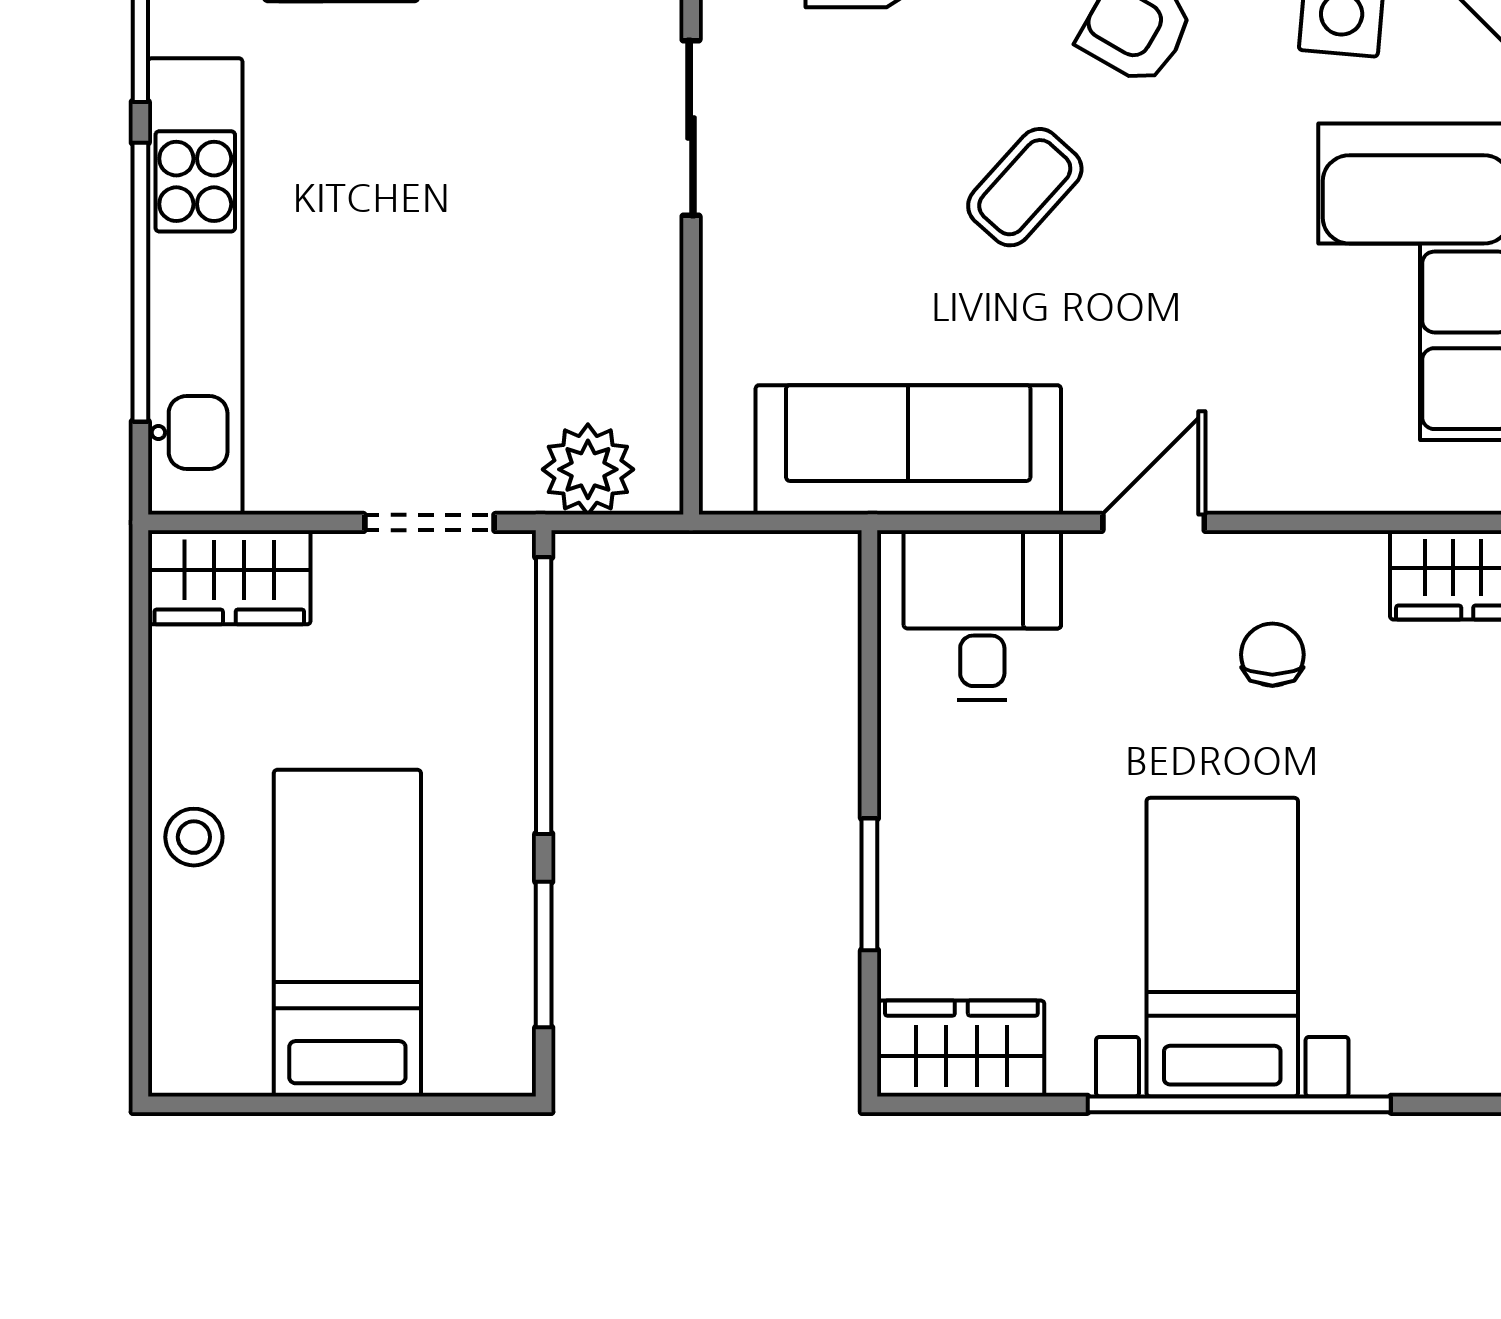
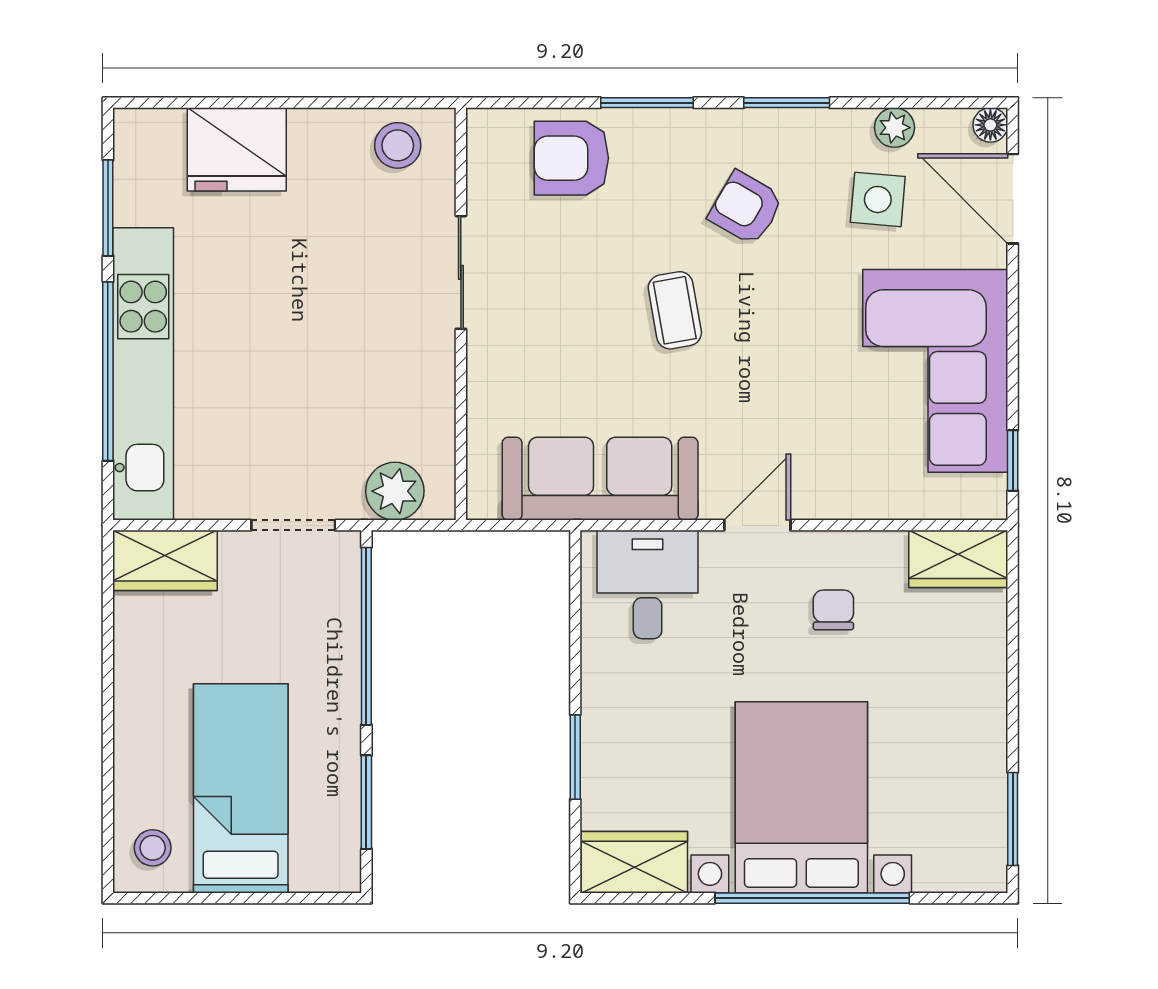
coffee table: (1025, 187) -> (675, 310), turned -52
stool: (194, 837) -> (153, 848), moved
bed with nightstands: (1222, 947) -> (801, 797), width x1.36

